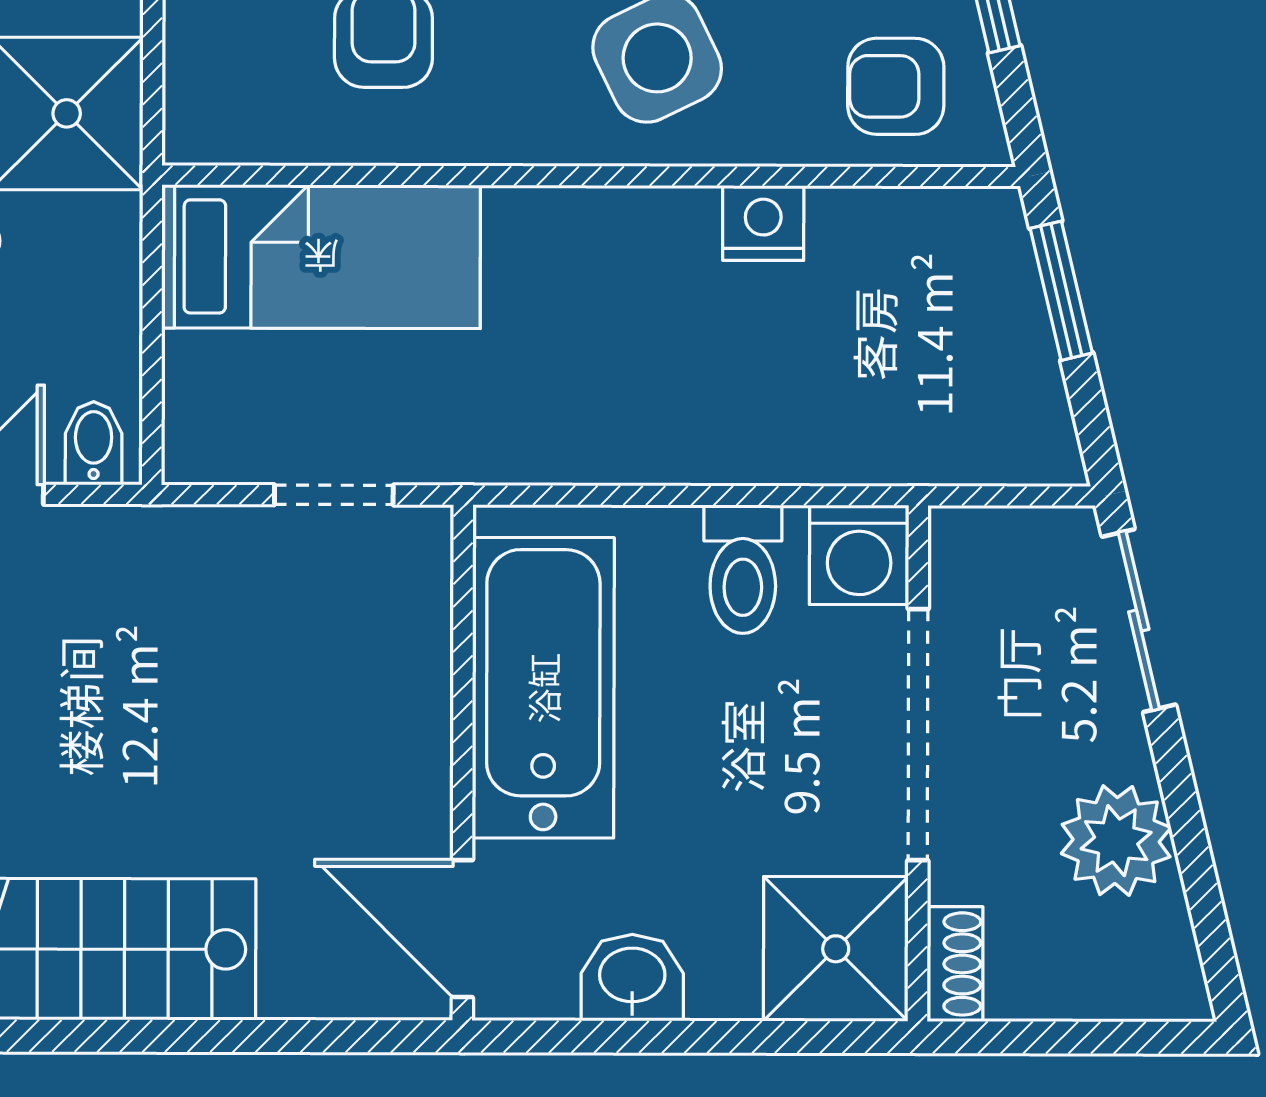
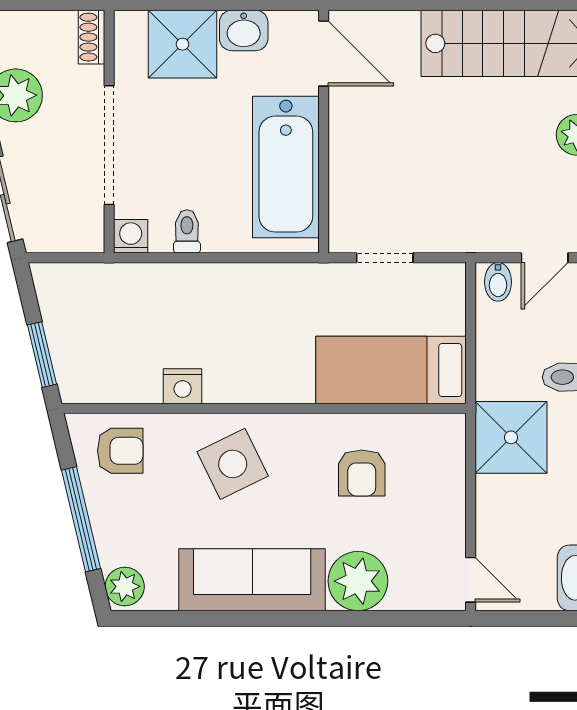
washing machine: (859, 555) -> (131, 236), width x0.73, depth x0.73
toilet: (743, 569) -> (187, 231), width x0.73, depth x0.72
shower: (836, 949) -> (182, 44), moved

